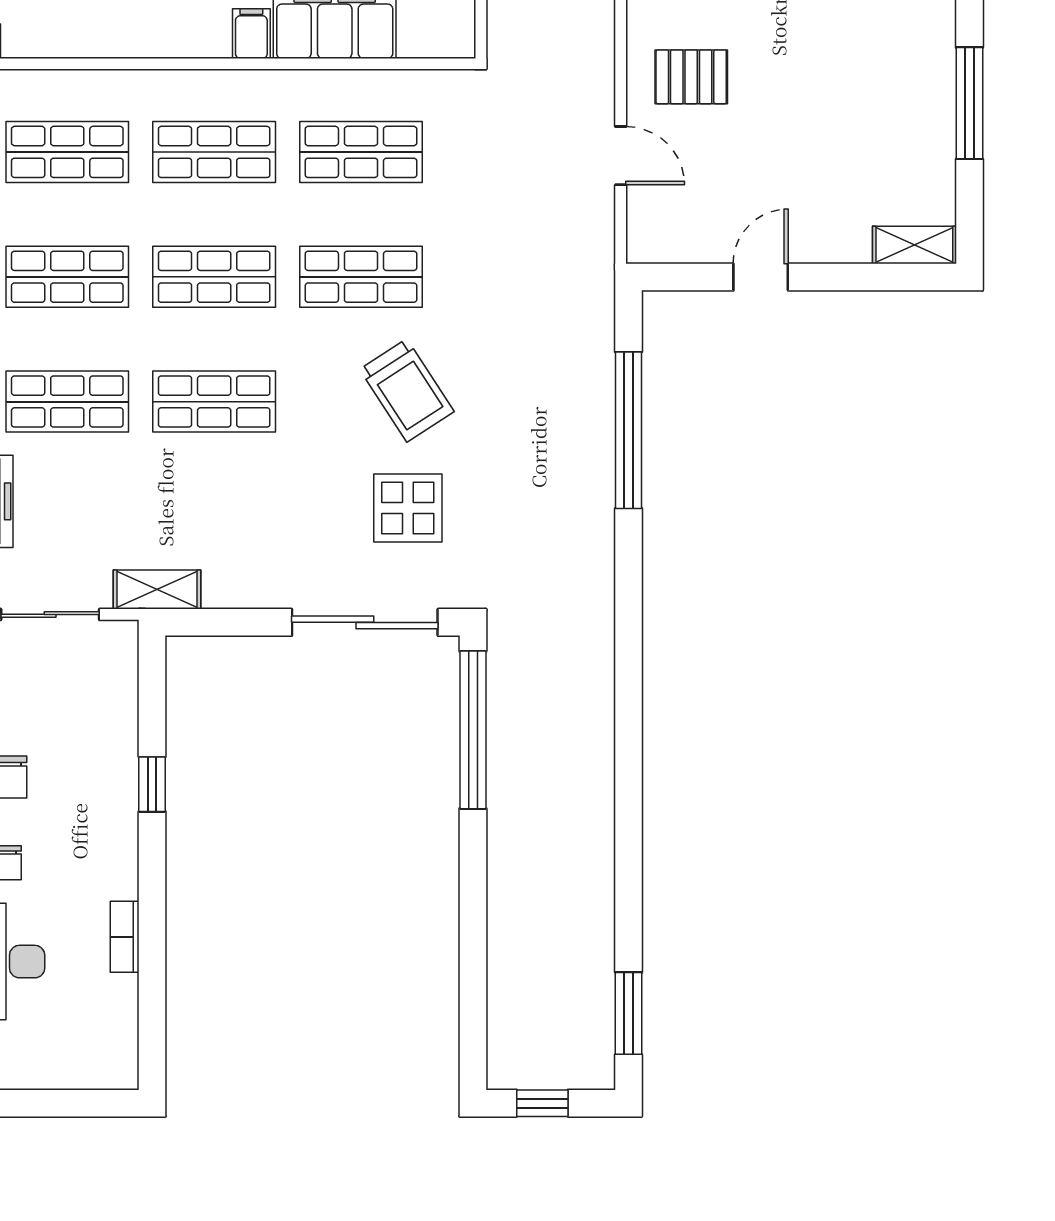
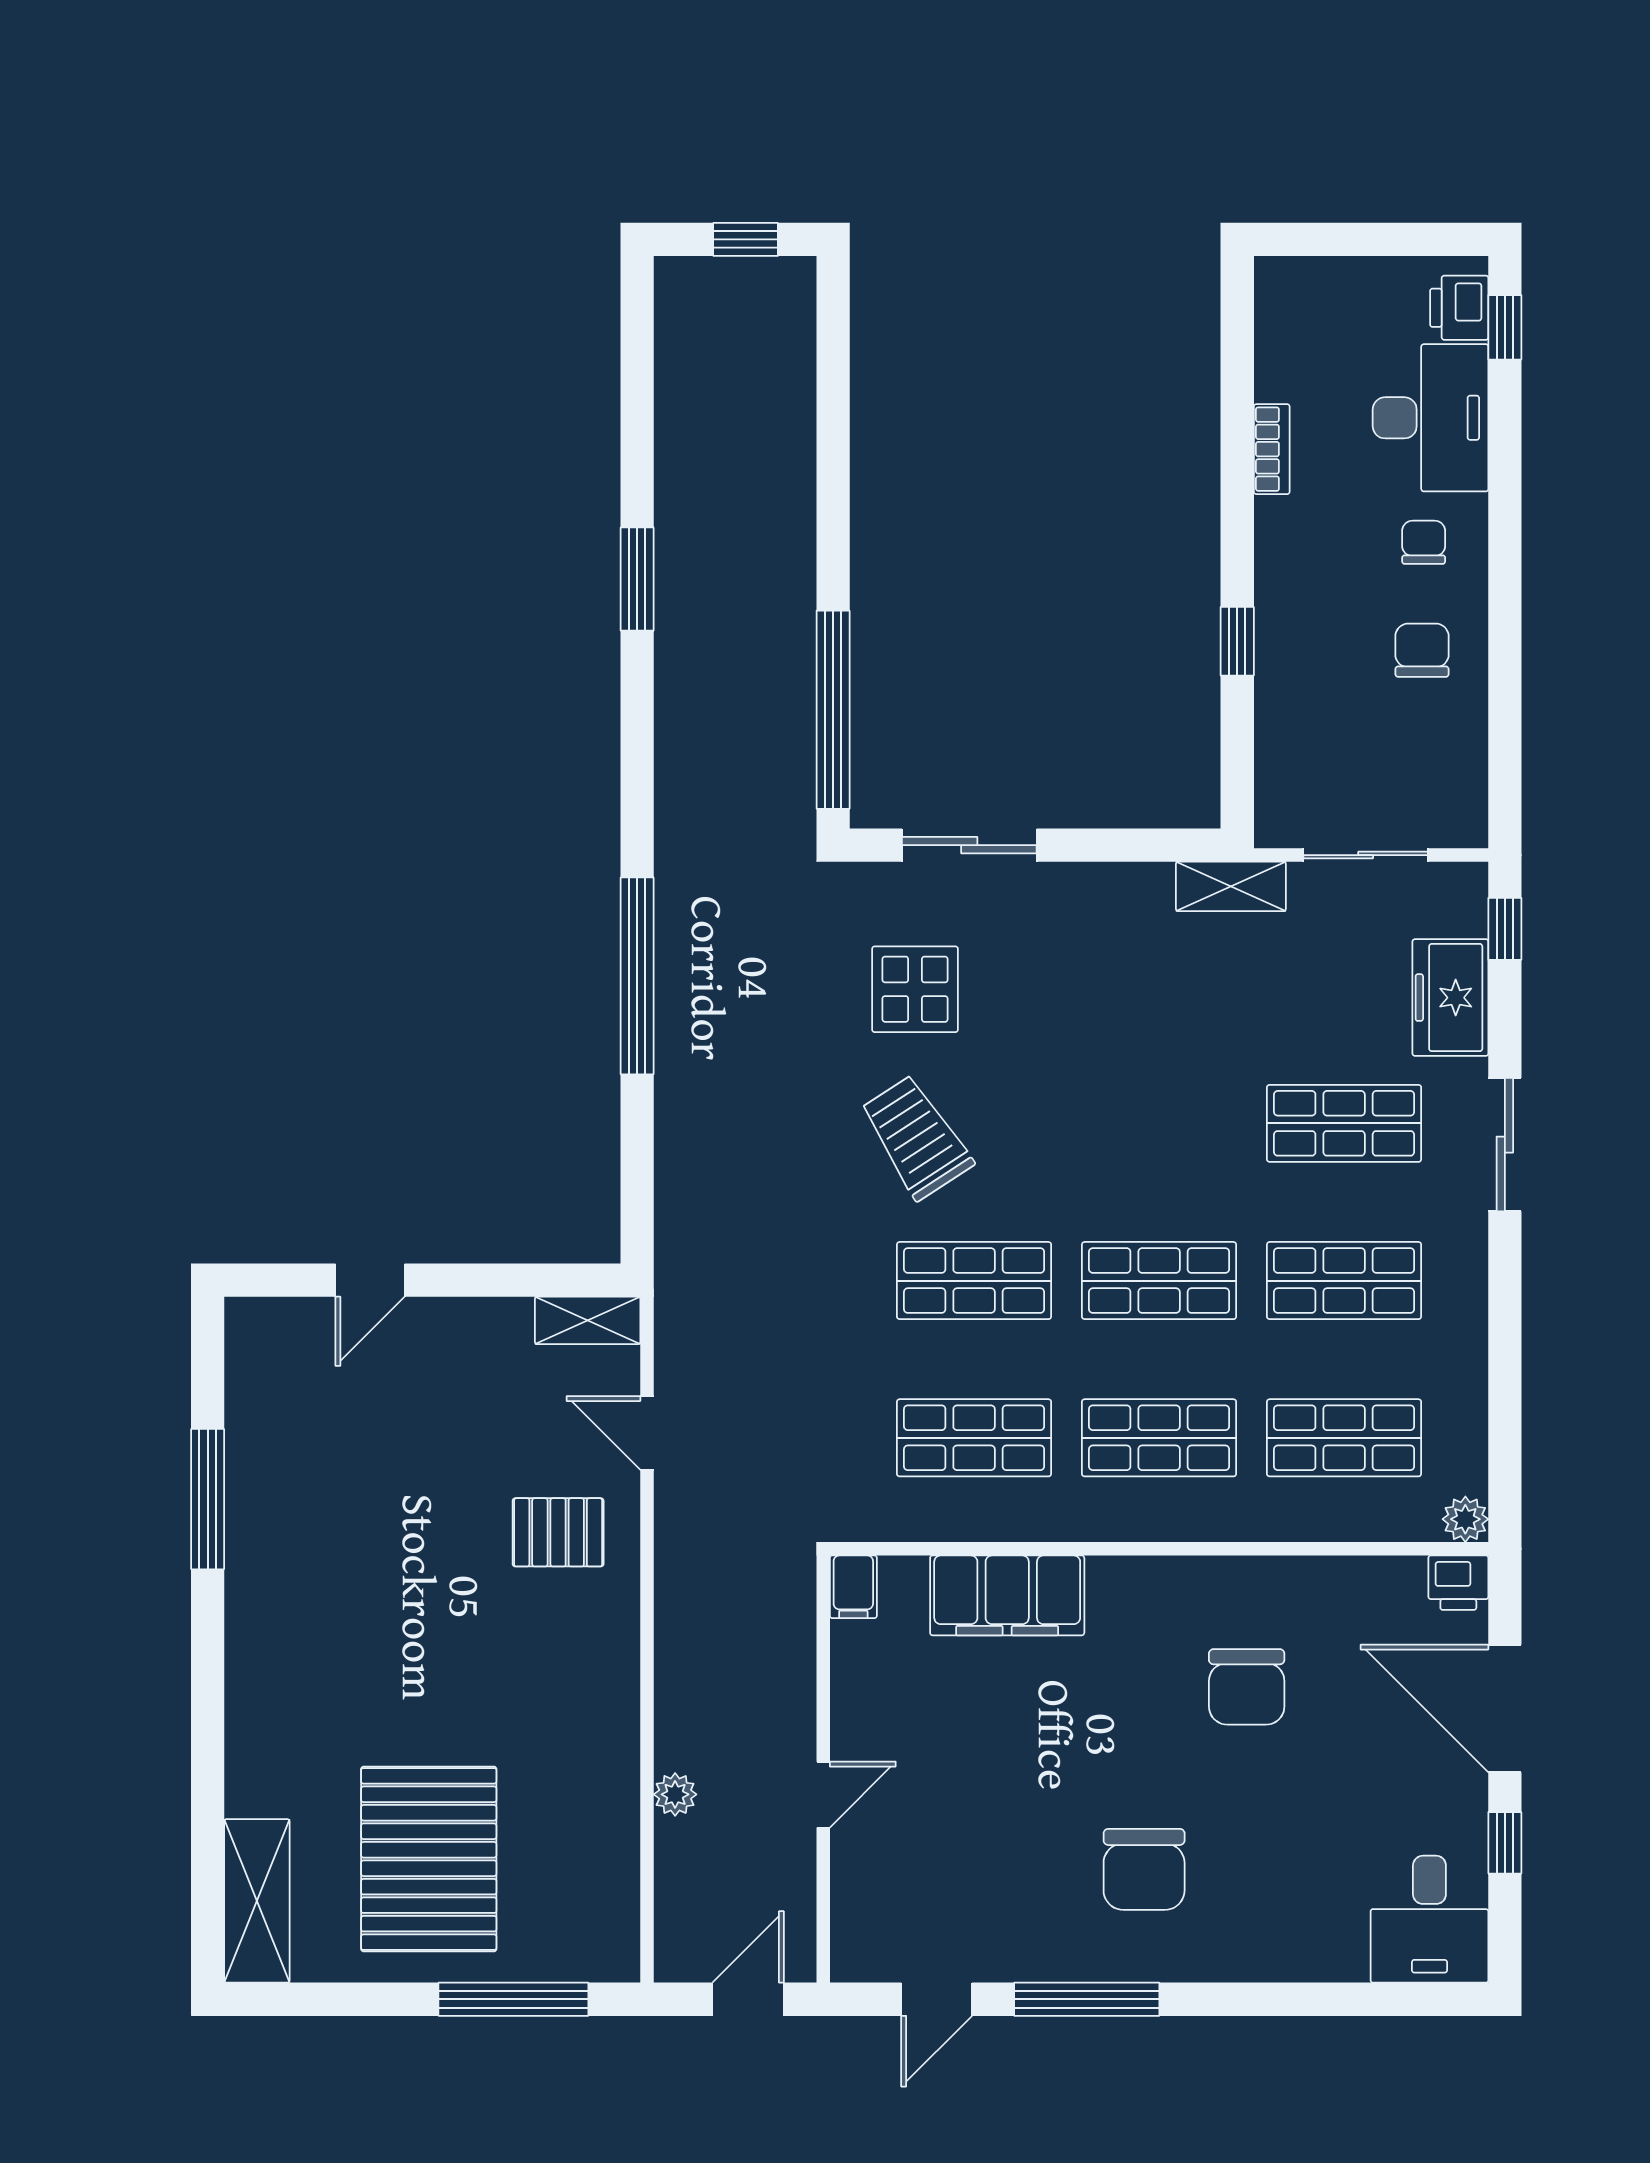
filing cabinet: (251, 34) -> (853, 1587), moved
shelving: (914, 245) -> (588, 1320), moved
door: (761, 277) -> (370, 1280), moved
shop shelf: (214, 402) -> (1159, 1123), removed
window: (628, 430) -> (637, 976), moved
sliding door: (365, 622) -> (969, 845), width x0.73
window: (628, 1013) -> (637, 579), moved

